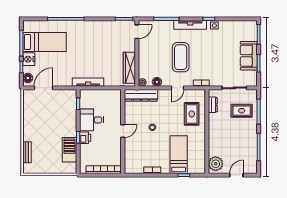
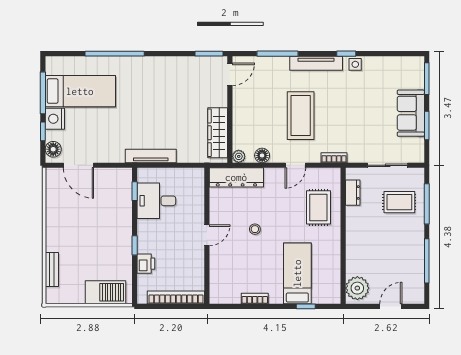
door: (43, 88) -> (78, 165), swing flipped
desk: (92, 120) -> (156, 201), moved
printer: (85, 138) -> (146, 264), moved
barbecue: (69, 150) -> (106, 292), moved, turned 90

